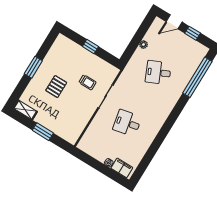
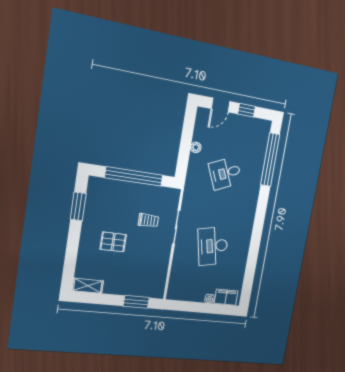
window: (90, 47) -> (134, 176), width x3.17
window: (33, 67) -> (78, 206), moved
pallet: (56, 87) -> (113, 242), turned 90
desk: (127, 123) -> (213, 246), width x1.37
window: (43, 132) -> (136, 302), moved

